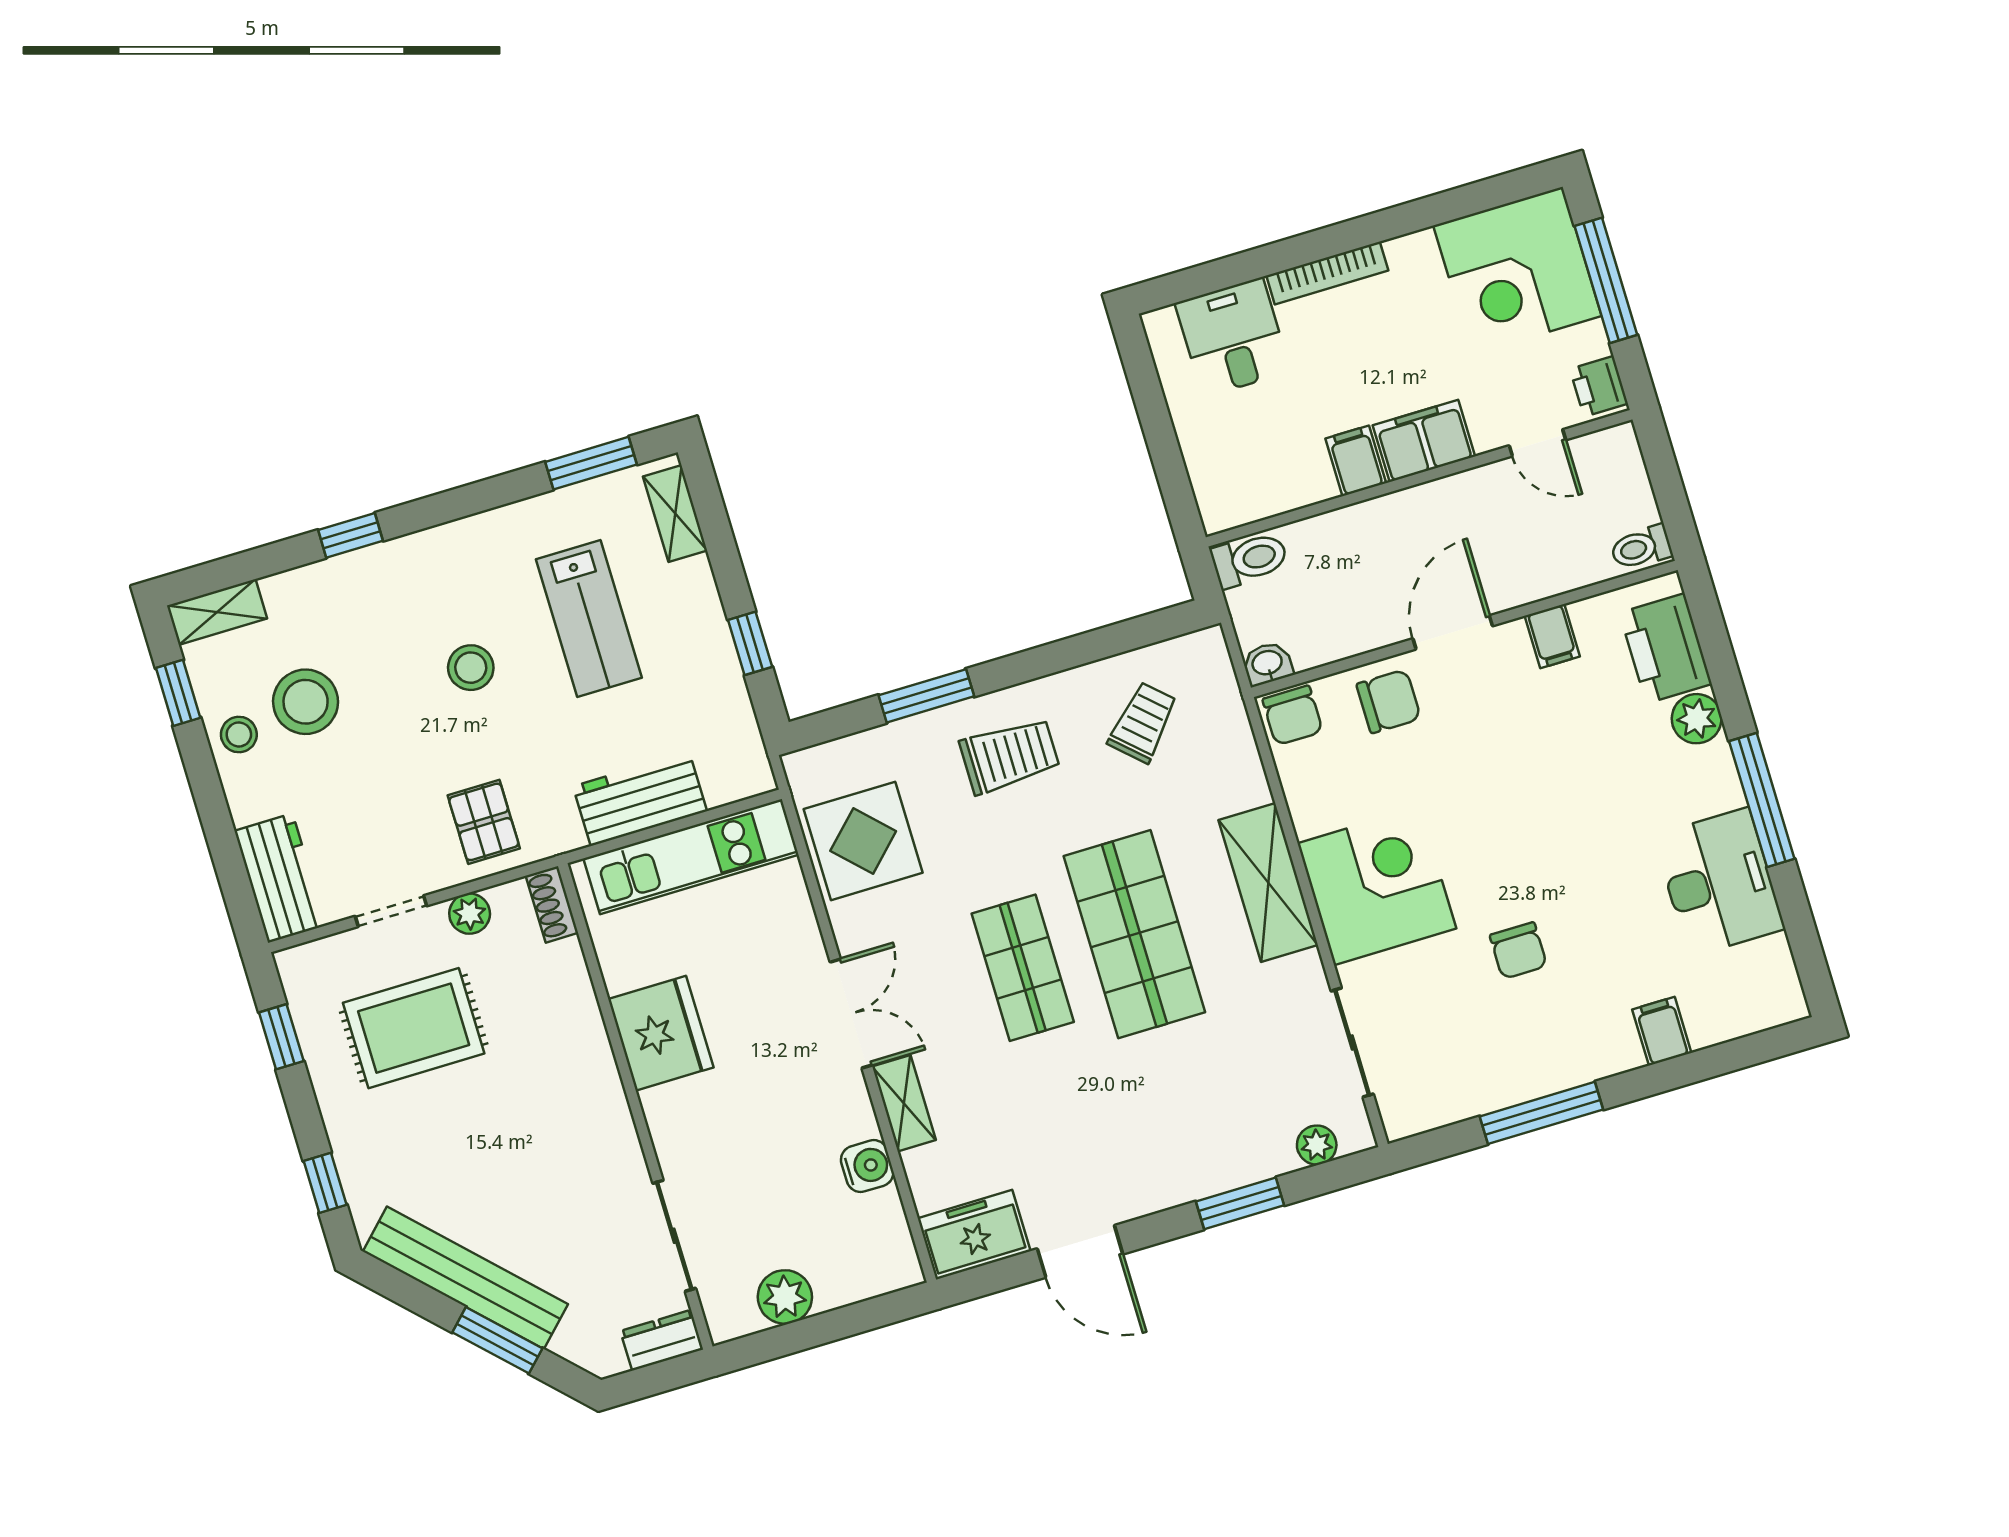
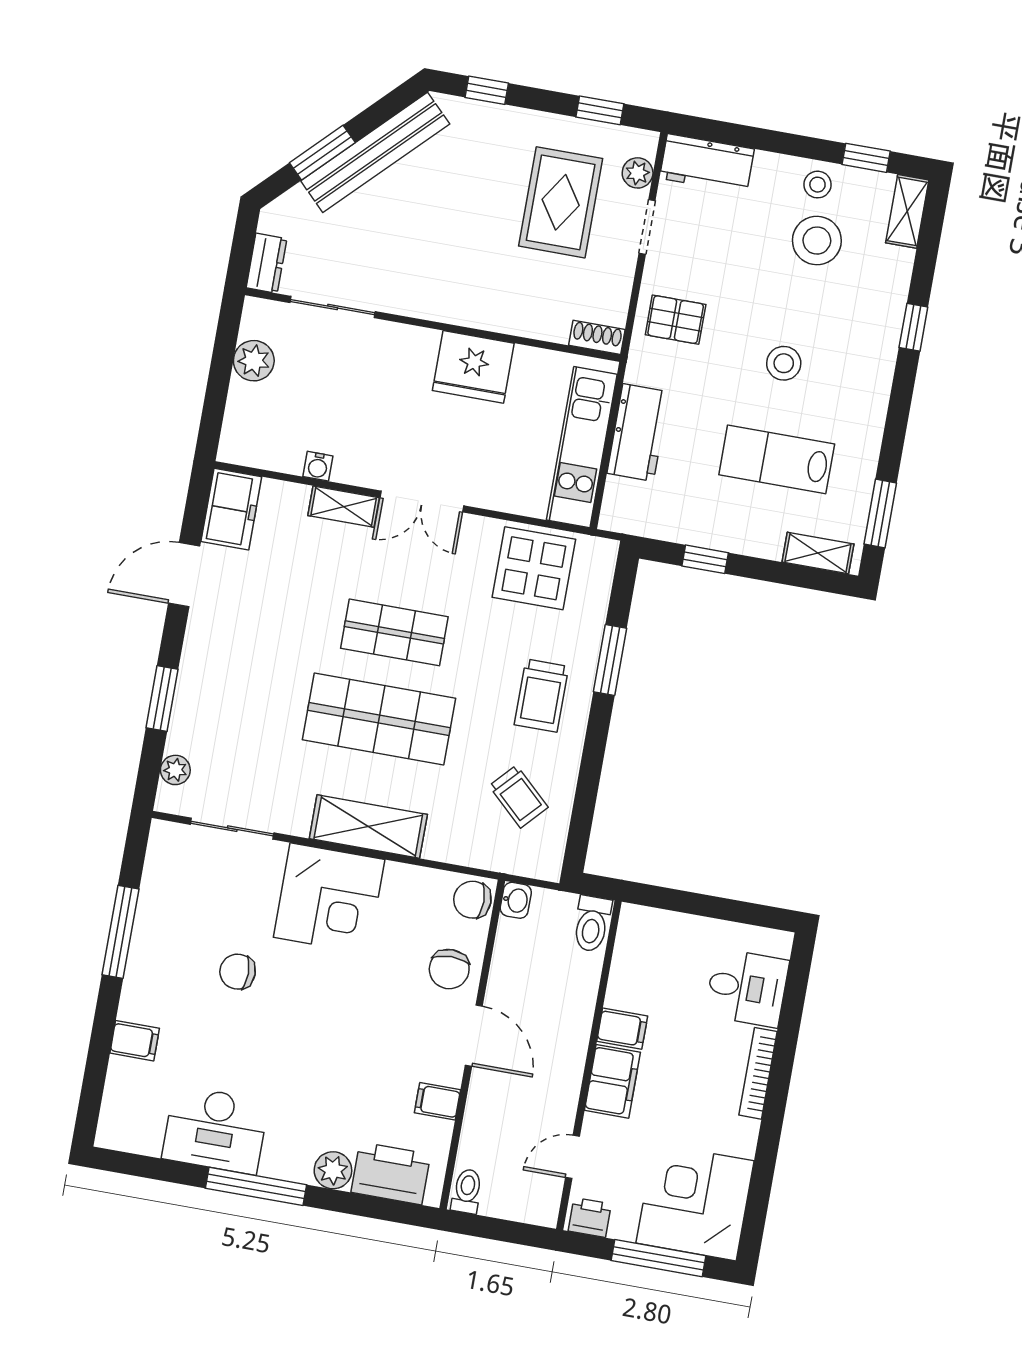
plant: (470, 914) -> (638, 173), moved
water cooler: (867, 1166) -> (318, 466), width x0.72, depth x0.72

